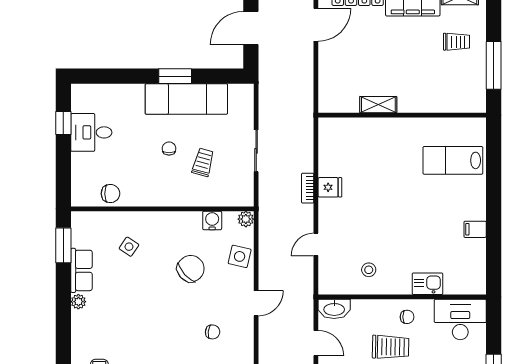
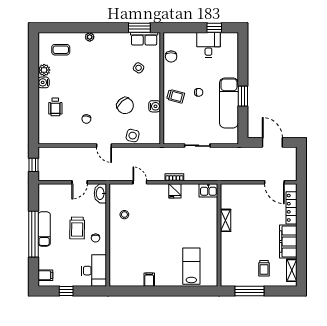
trolley: (203, 162) -> (176, 96), moved
plant: (246, 219) -> (155, 139), removed
water cooler: (212, 220) -> (155, 106), moved
row of seats: (81, 270) -> (144, 39), moved
kitchen sink: (427, 284) -> (208, 190), moved, turned 90
plant: (78, 302) -> (90, 37), moved

